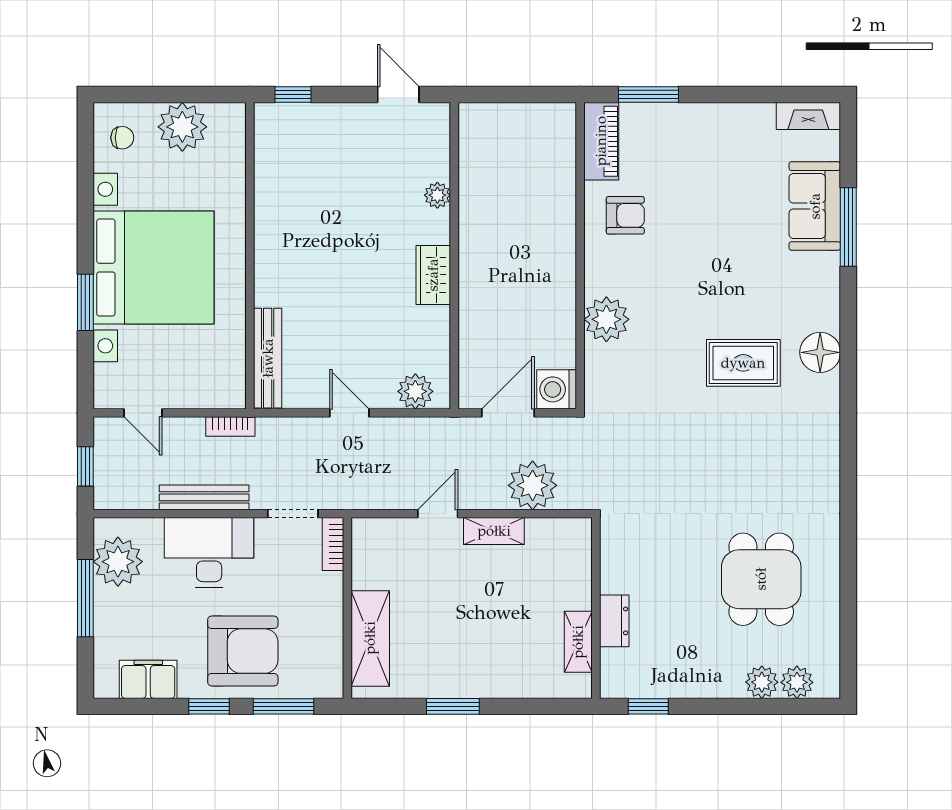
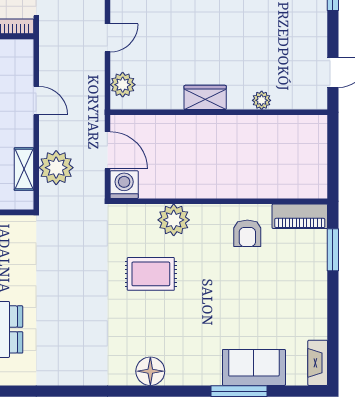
rug: (743, 363) -> (151, 274), moved, turned 90
shelving: (494, 531) -> (24, 169), moved

